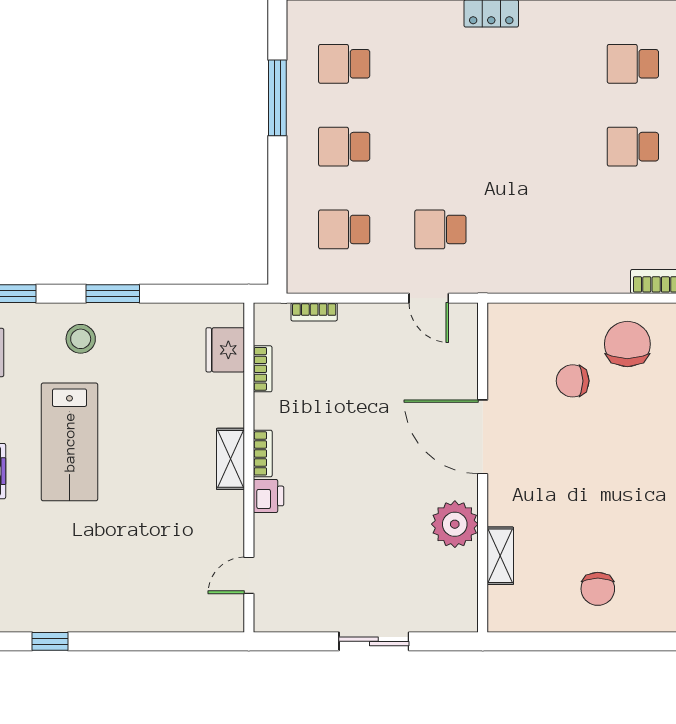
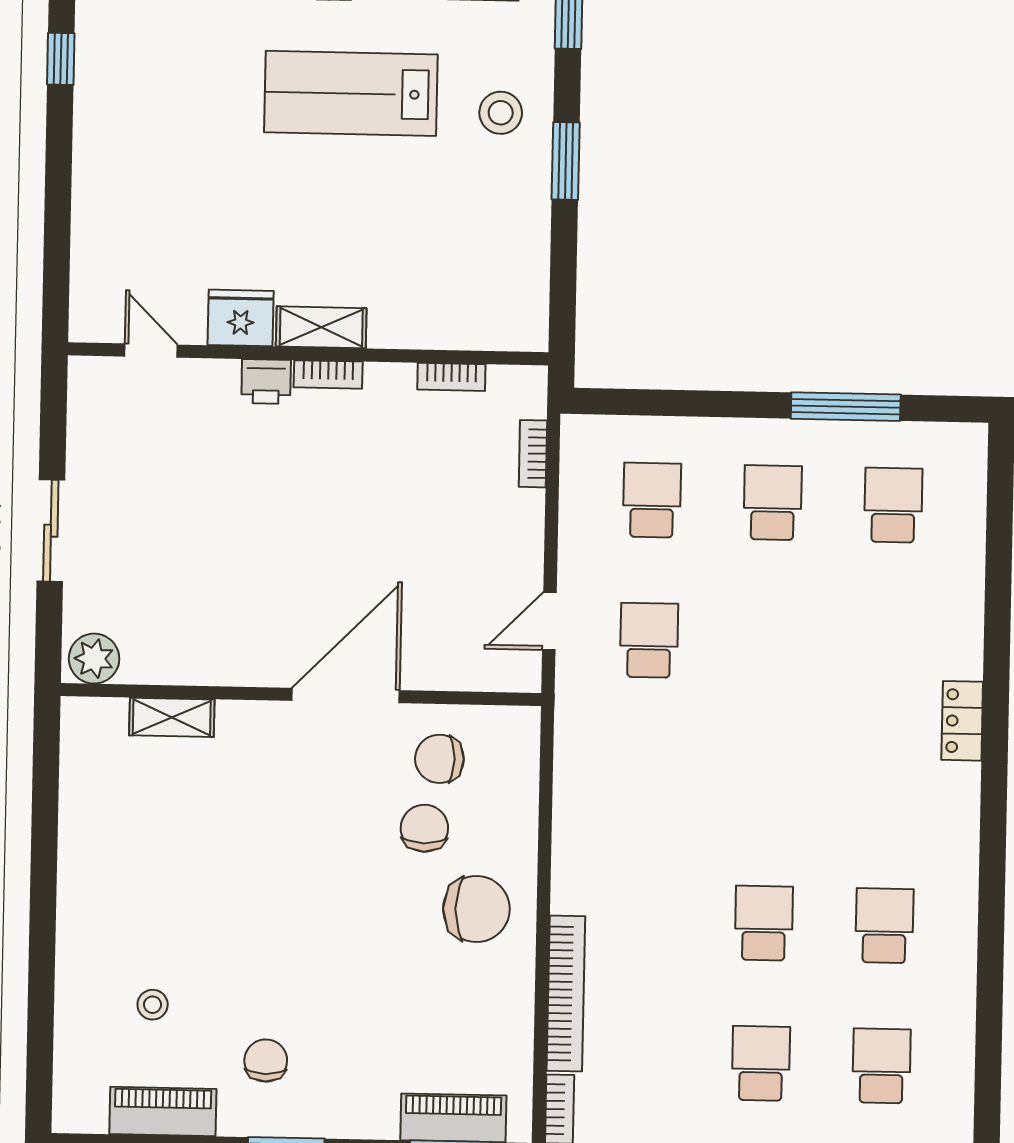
fridge: (225, 350) -> (241, 318), moved
plant: (455, 524) -> (94, 659), moved, width x0.73, depth x0.73
chair: (598, 589) -> (439, 759), moved

